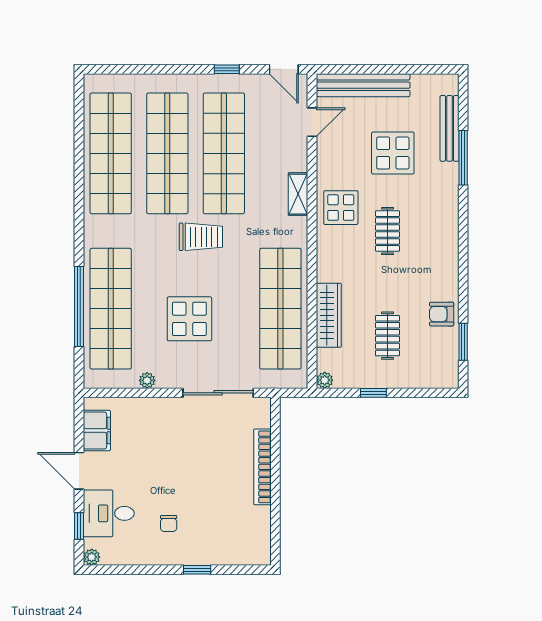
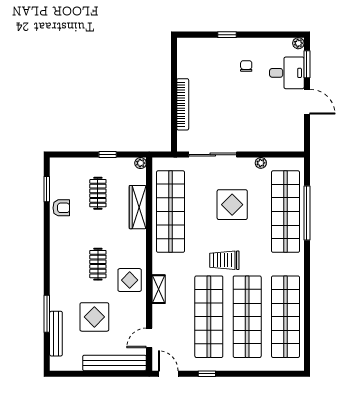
filing cabinet: (97, 431) -> (295, 129), removed
window: (79, 526) -> (307, 64), width x1.50

